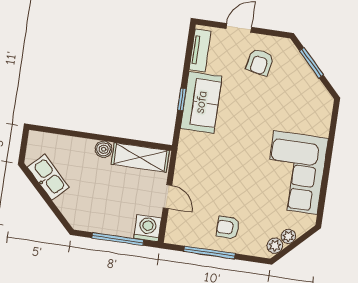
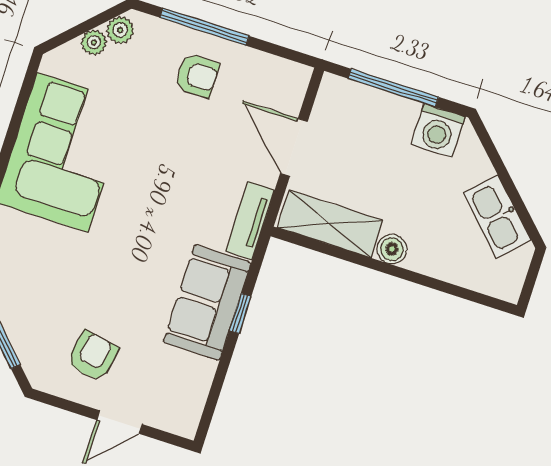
tv unit: (200, 50) -> (250, 221), moved
door: (167, 197) -> (294, 147), width x1.38
washing machine: (148, 228) -> (438, 130), moved
window: (210, 253) -> (204, 27), moved

